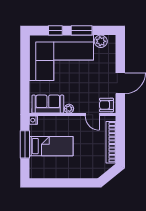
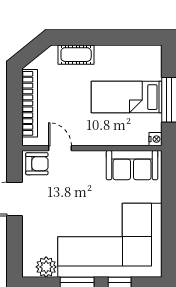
plant: (69, 109) -> (98, 158), removed
cot: (82, 172) -> (76, 55), added

